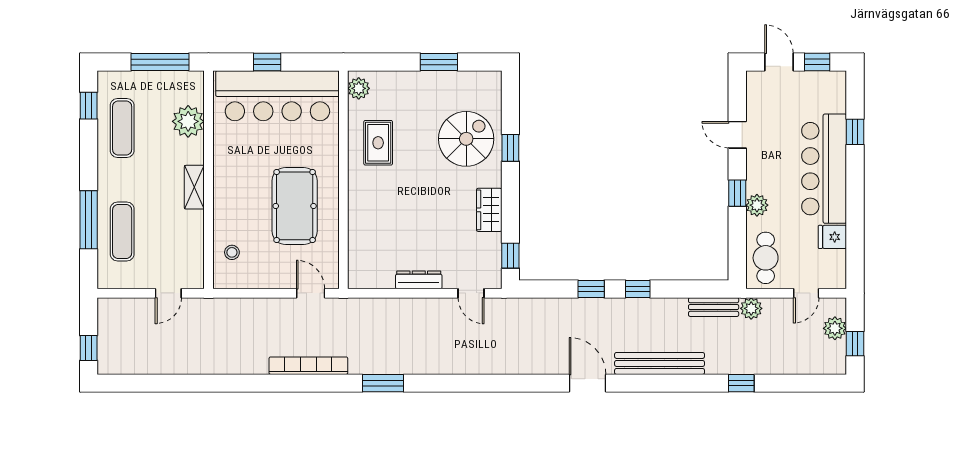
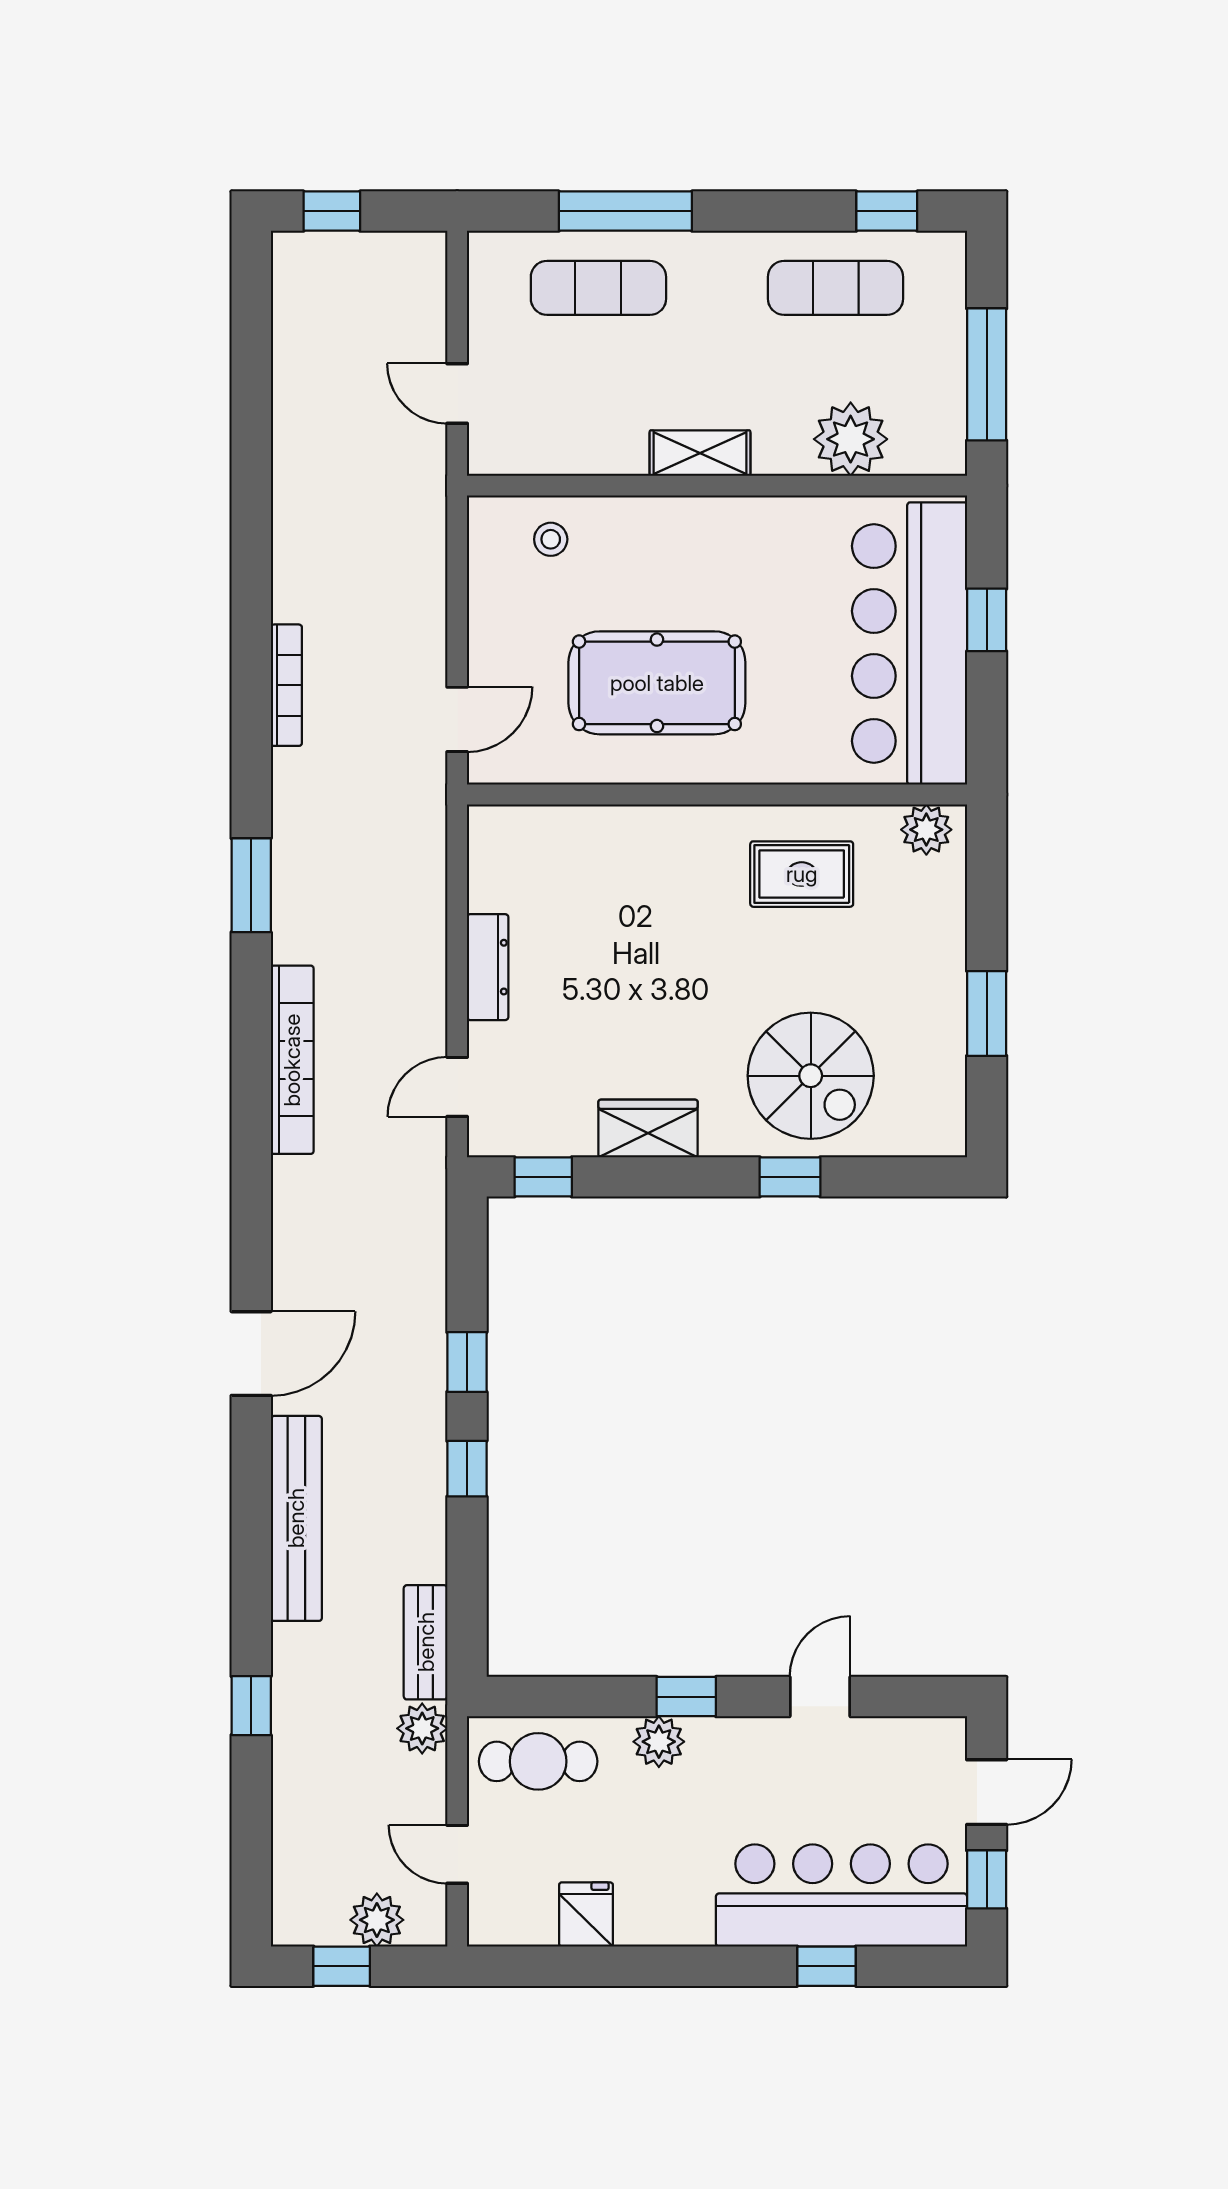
bar counter: (824, 169) -> (841, 1895), moved
bookcase: (459, 365) -> (292, 1060), added
bookcase: (308, 366) -> (286, 685), width x0.68, depth x0.76

